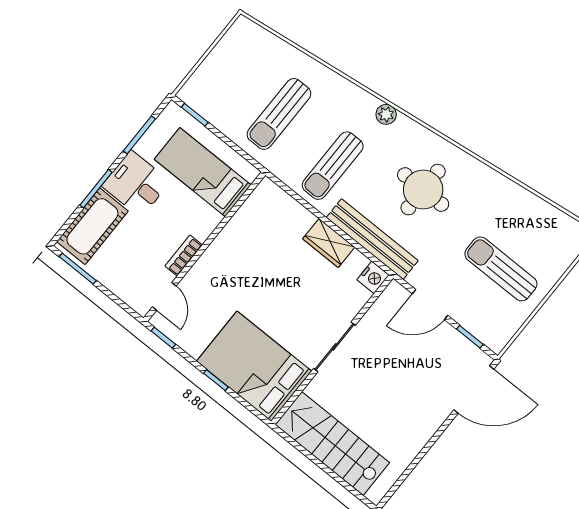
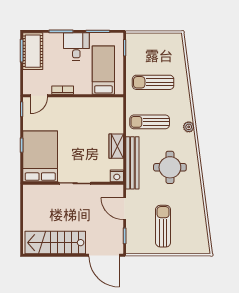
cot: (92, 226) -> (33, 51), moved, turned 90
stairs: (332, 444) -> (55, 243), moved, turned -90

